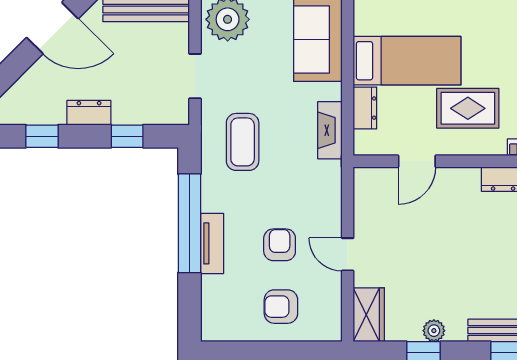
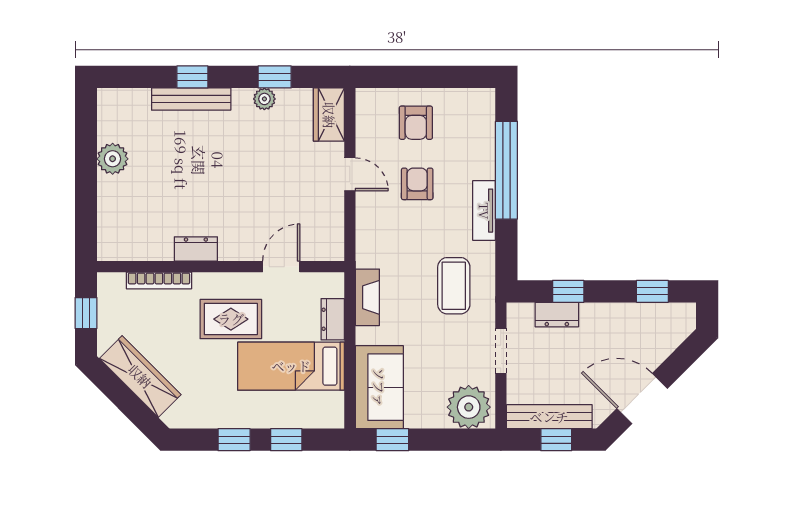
dresser: (89, 113) -> (557, 315), moved
window: (189, 223) -> (506, 170), moved
tv unit: (212, 243) -> (484, 211), moved
armchair: (280, 245) -> (417, 184), turned 180
armchair: (281, 307) -> (416, 123), turned 90

